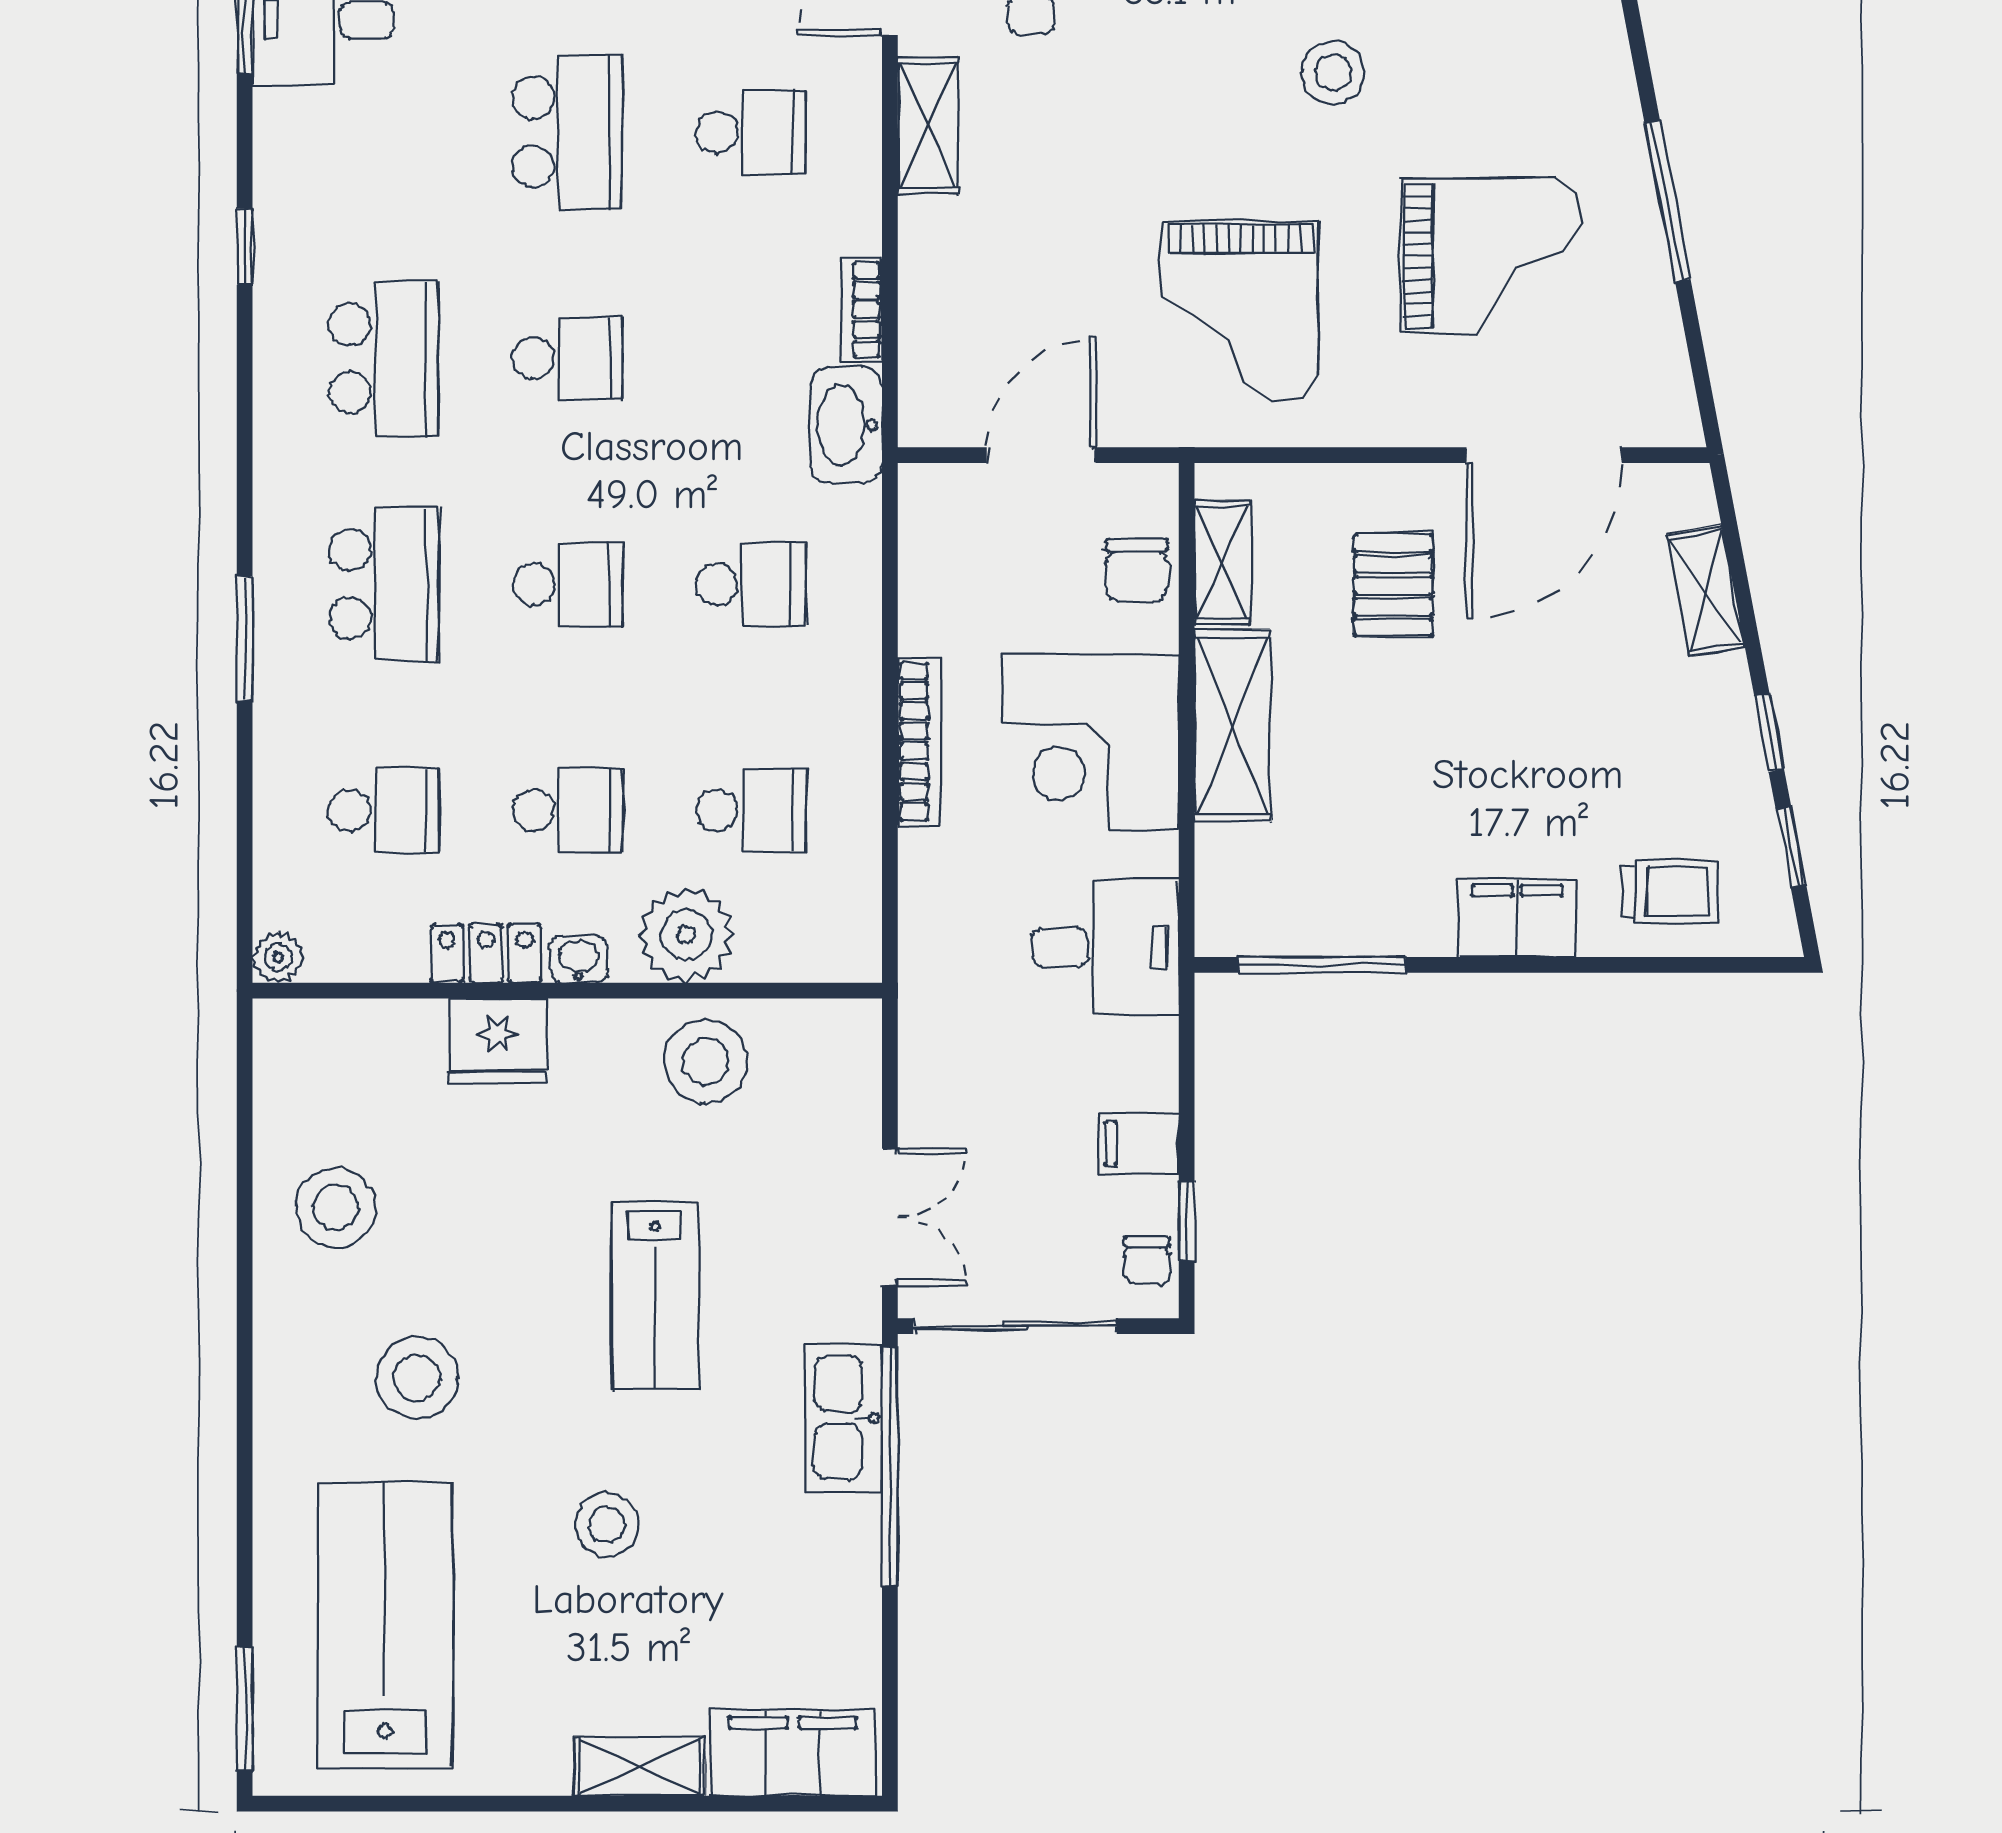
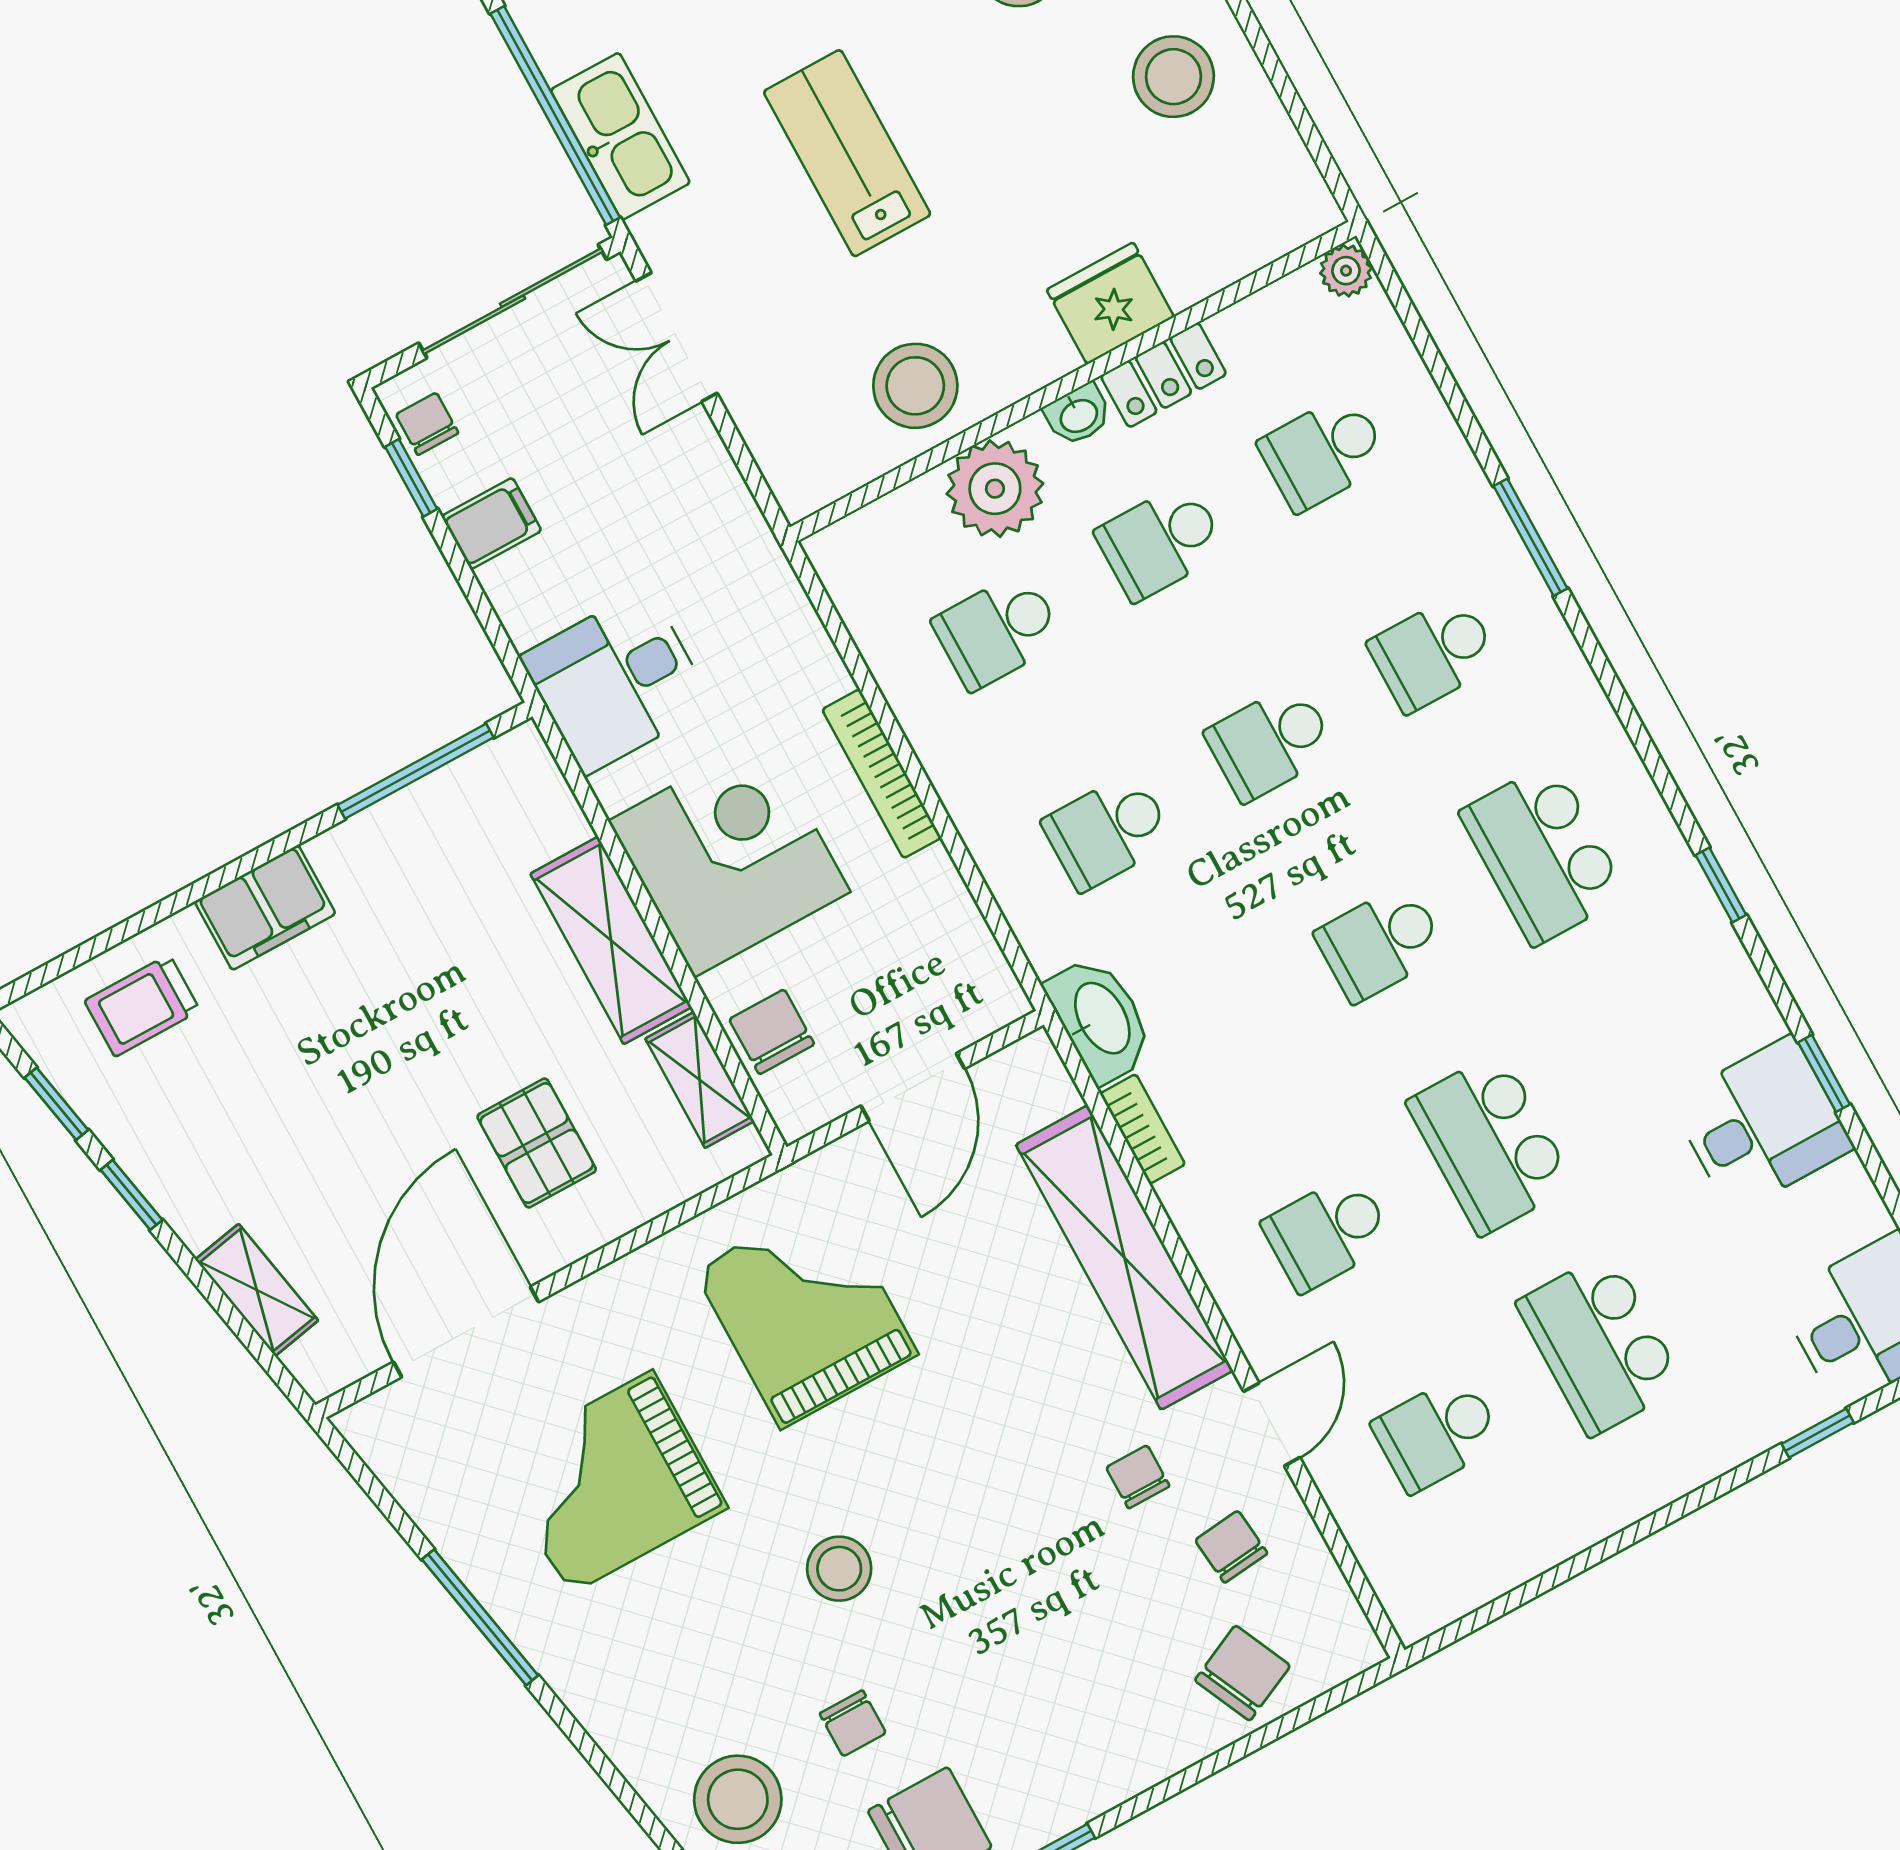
shelving: (928, 125) -> (1124, 1258), width x2.20, depth x1.33
school desk: (384, 584) -> (1433, 653), width x0.54

